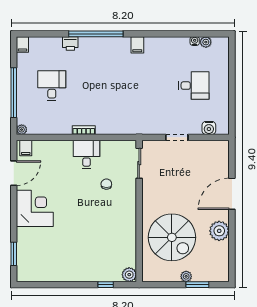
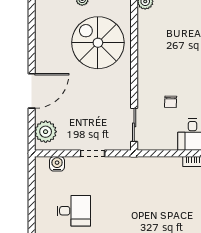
desk: (194, 86) -> (74, 211), turned 180
plant: (219, 231) -> (46, 132), moved

